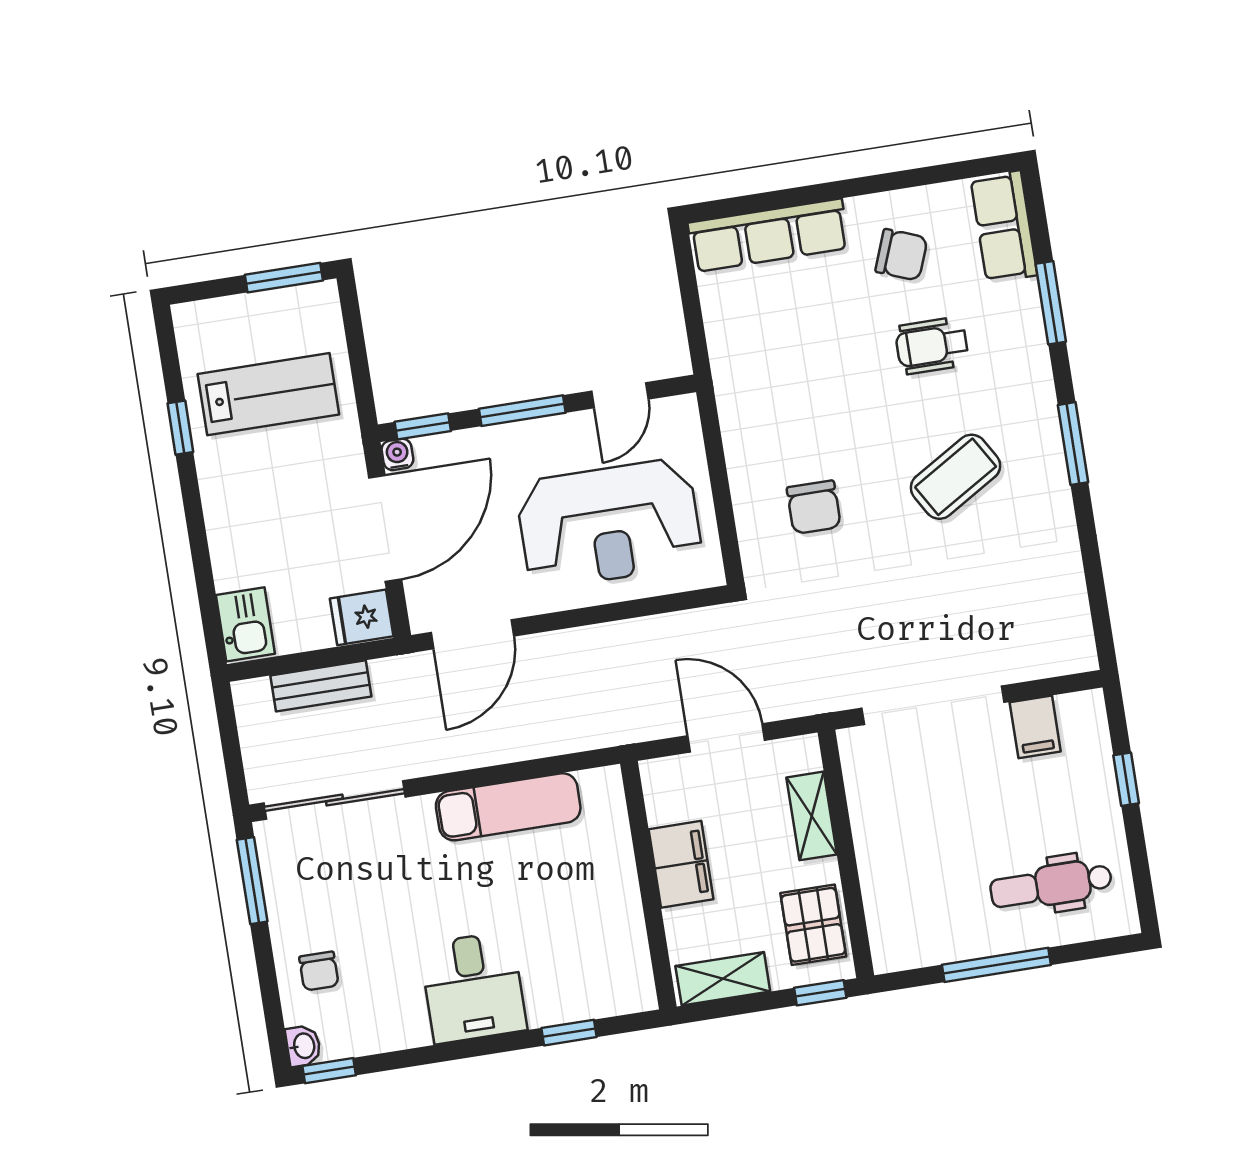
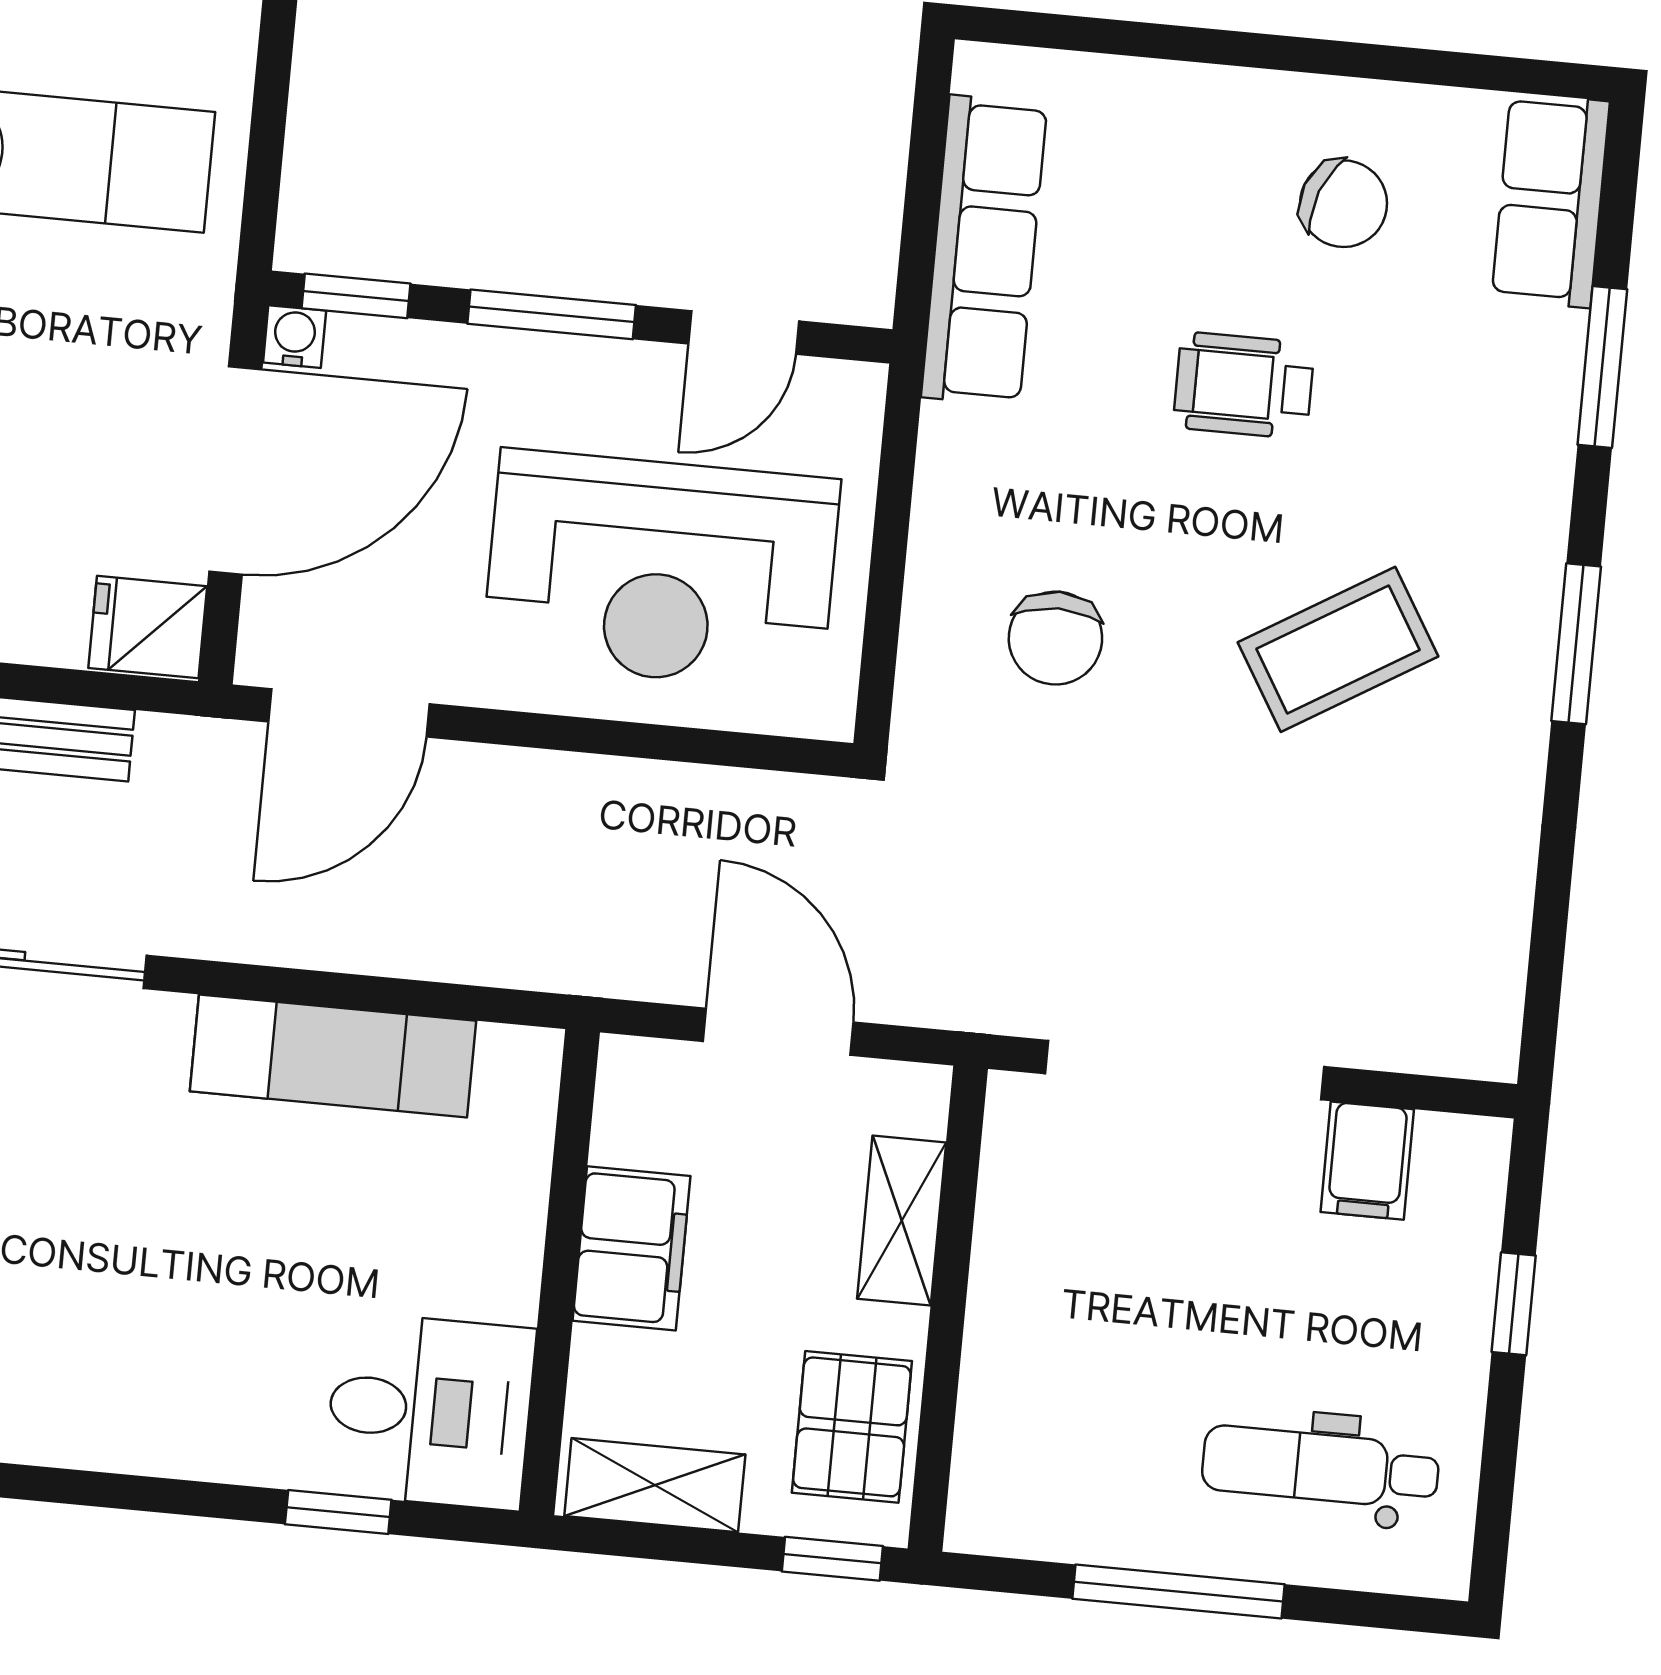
row of seats: (768, 235) -> (984, 250), moved, turned -90
wheelchair: (932, 346) -> (1244, 385), moved
desk: (473, 987) -> (430, 1411), moved, turned -90

